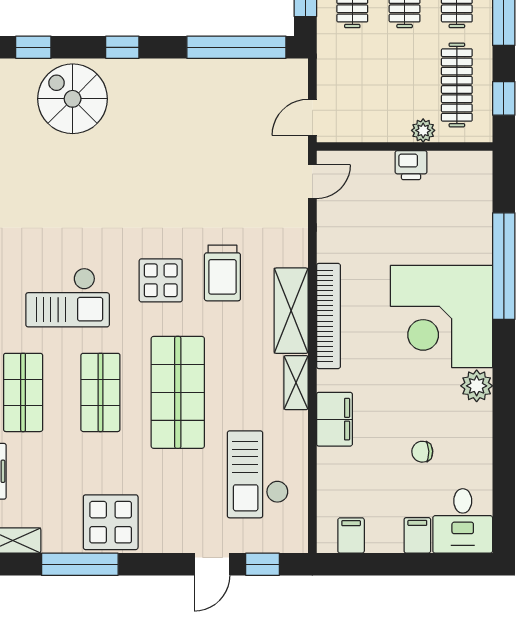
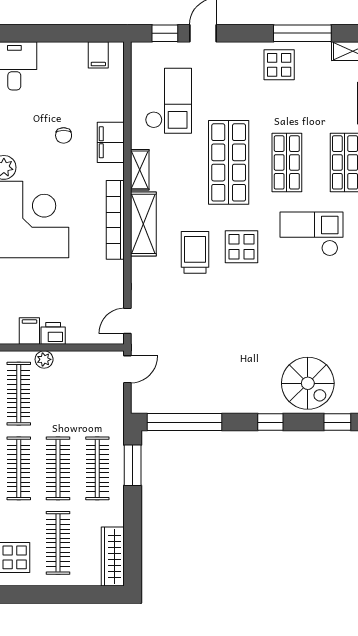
chair: (422, 452) -> (64, 135), moved, turned 92
display table: (111, 522) -> (279, 65), width x0.73, depth x0.73
filing cabinet: (417, 535) -> (29, 331), moved, turned 180

